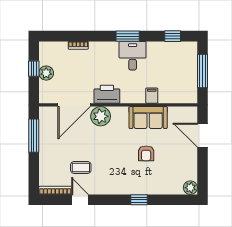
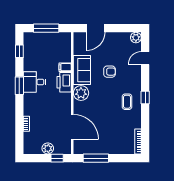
window: (34, 69) -> (57, 158), moved
printer: (107, 94) -> (64, 82), moved
plant: (101, 116) -> (81, 93), moved
coffee table: (81, 167) -> (127, 102), moved
door: (80, 200) -> (145, 58), moved
window: (139, 200) -> (145, 98), moved

